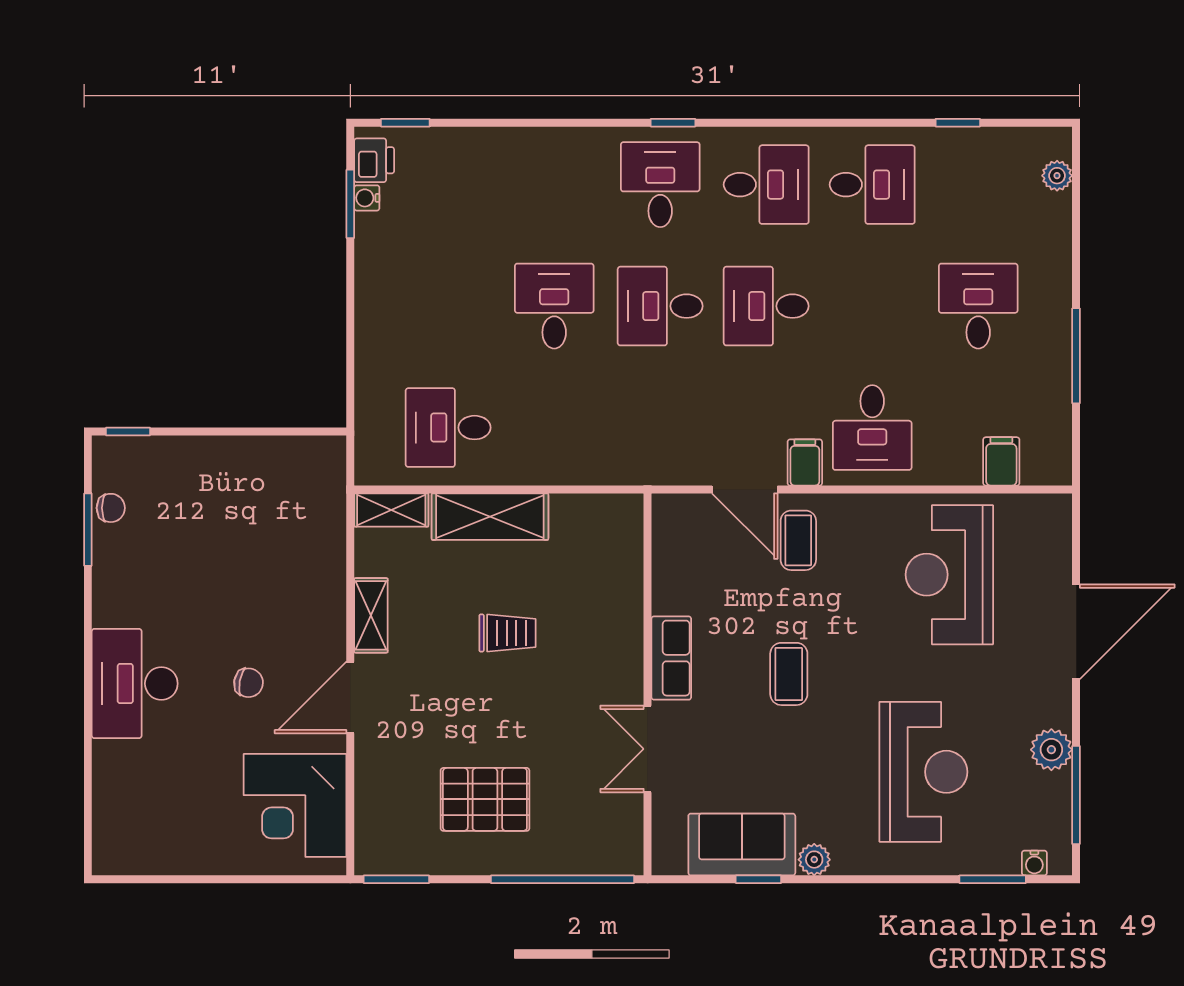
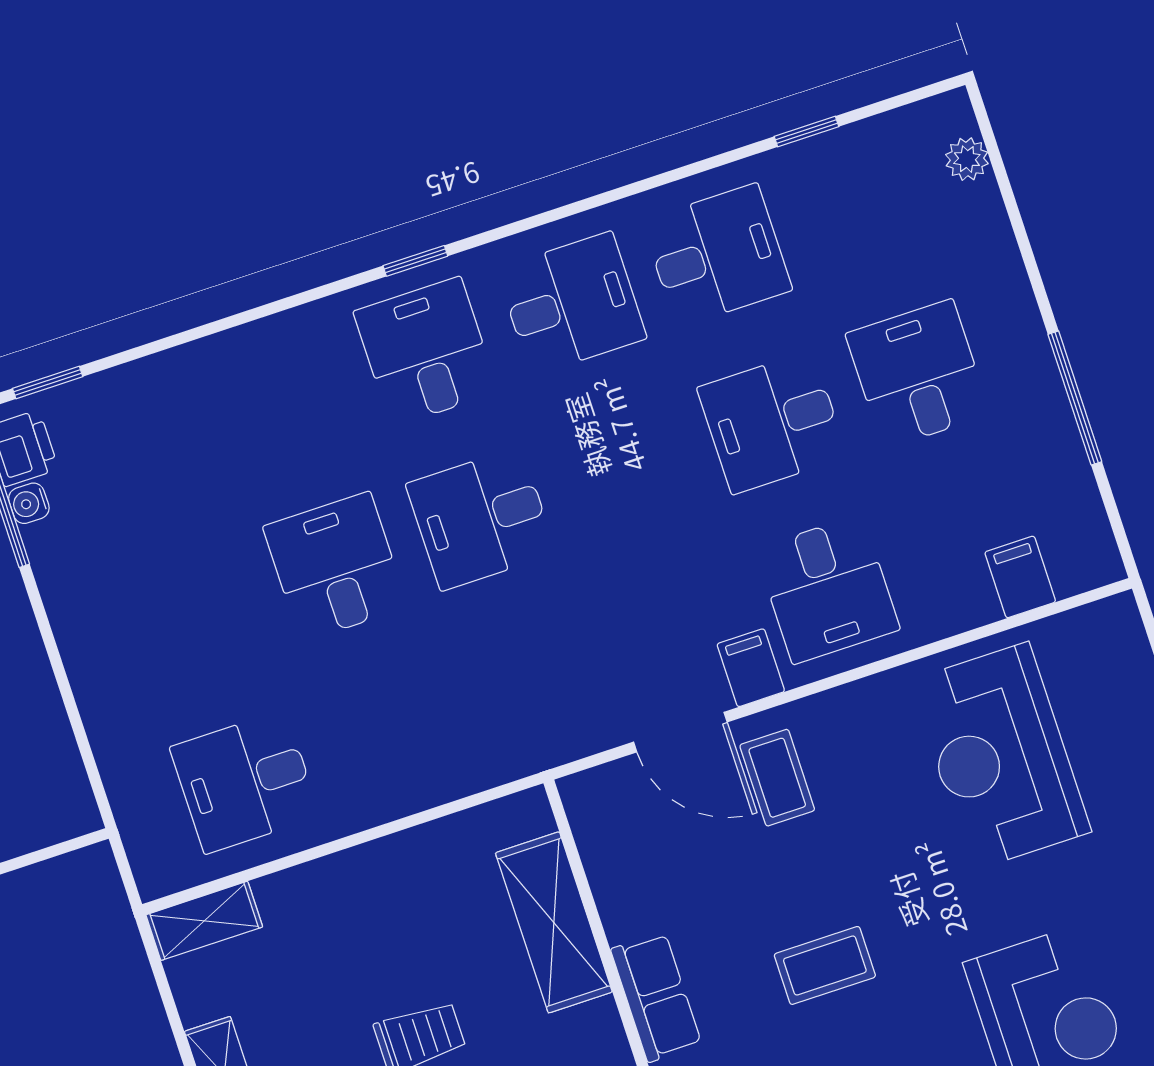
desk: (766, 306) -> (772, 422), moved
shelving: (490, 517) -> (554, 922), moved, turned 90
coffee table: (789, 674) -> (825, 965), turned 90

